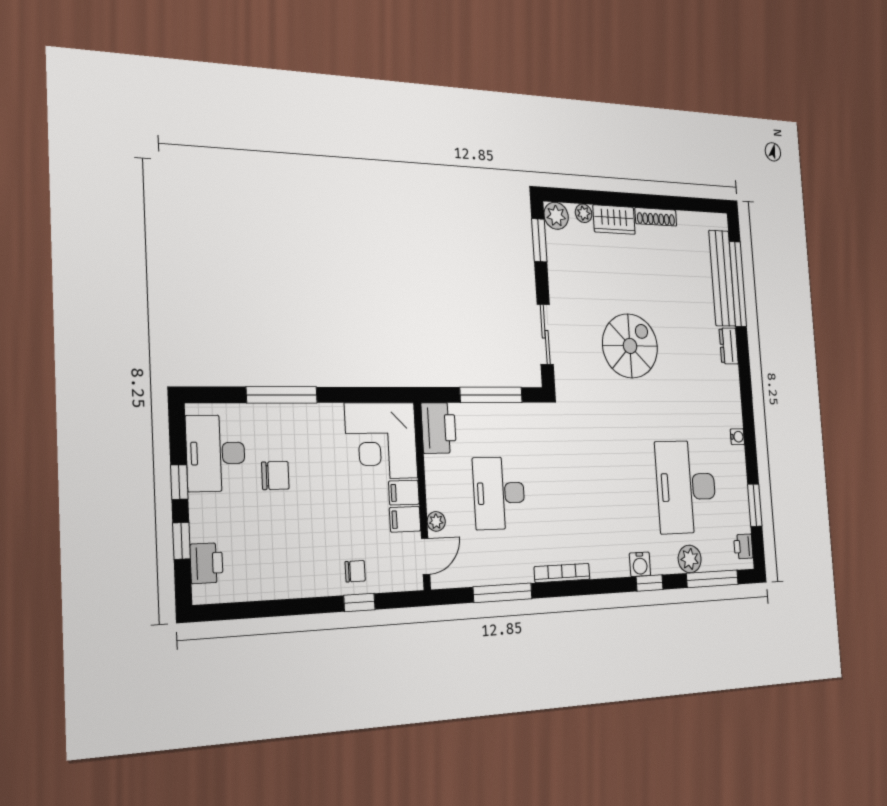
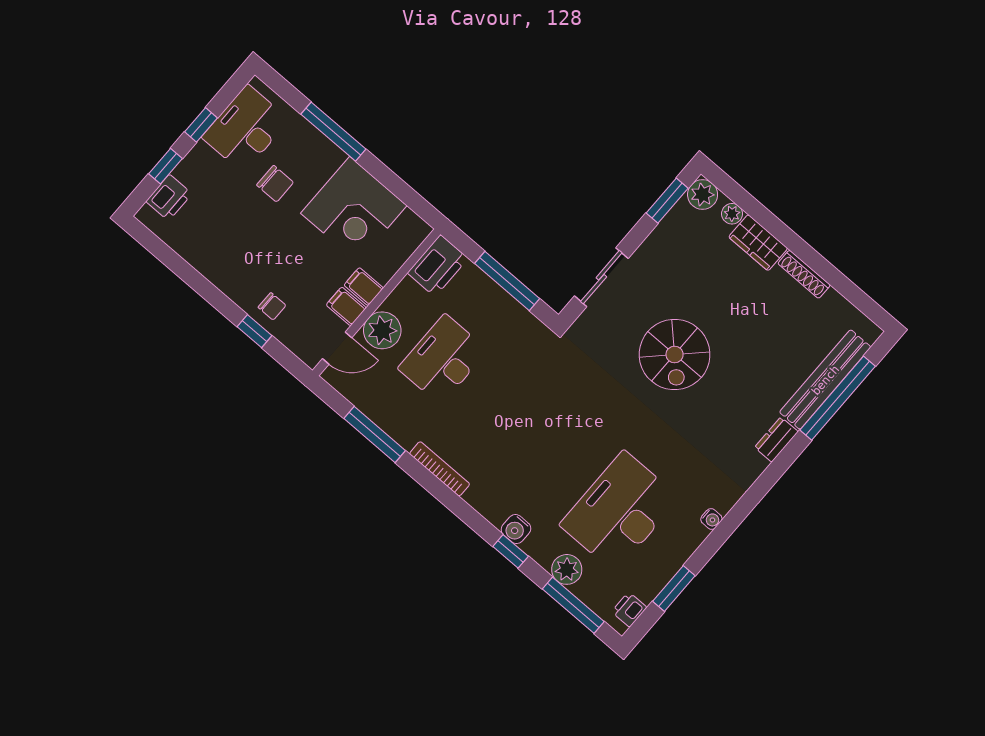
spiral stairs: (630, 346) -> (675, 354), turned 90
corner desk: (381, 441) -> (354, 209), moved, turned -90
plant: (436, 521) -> (382, 330), width x1.88, depth x1.88

